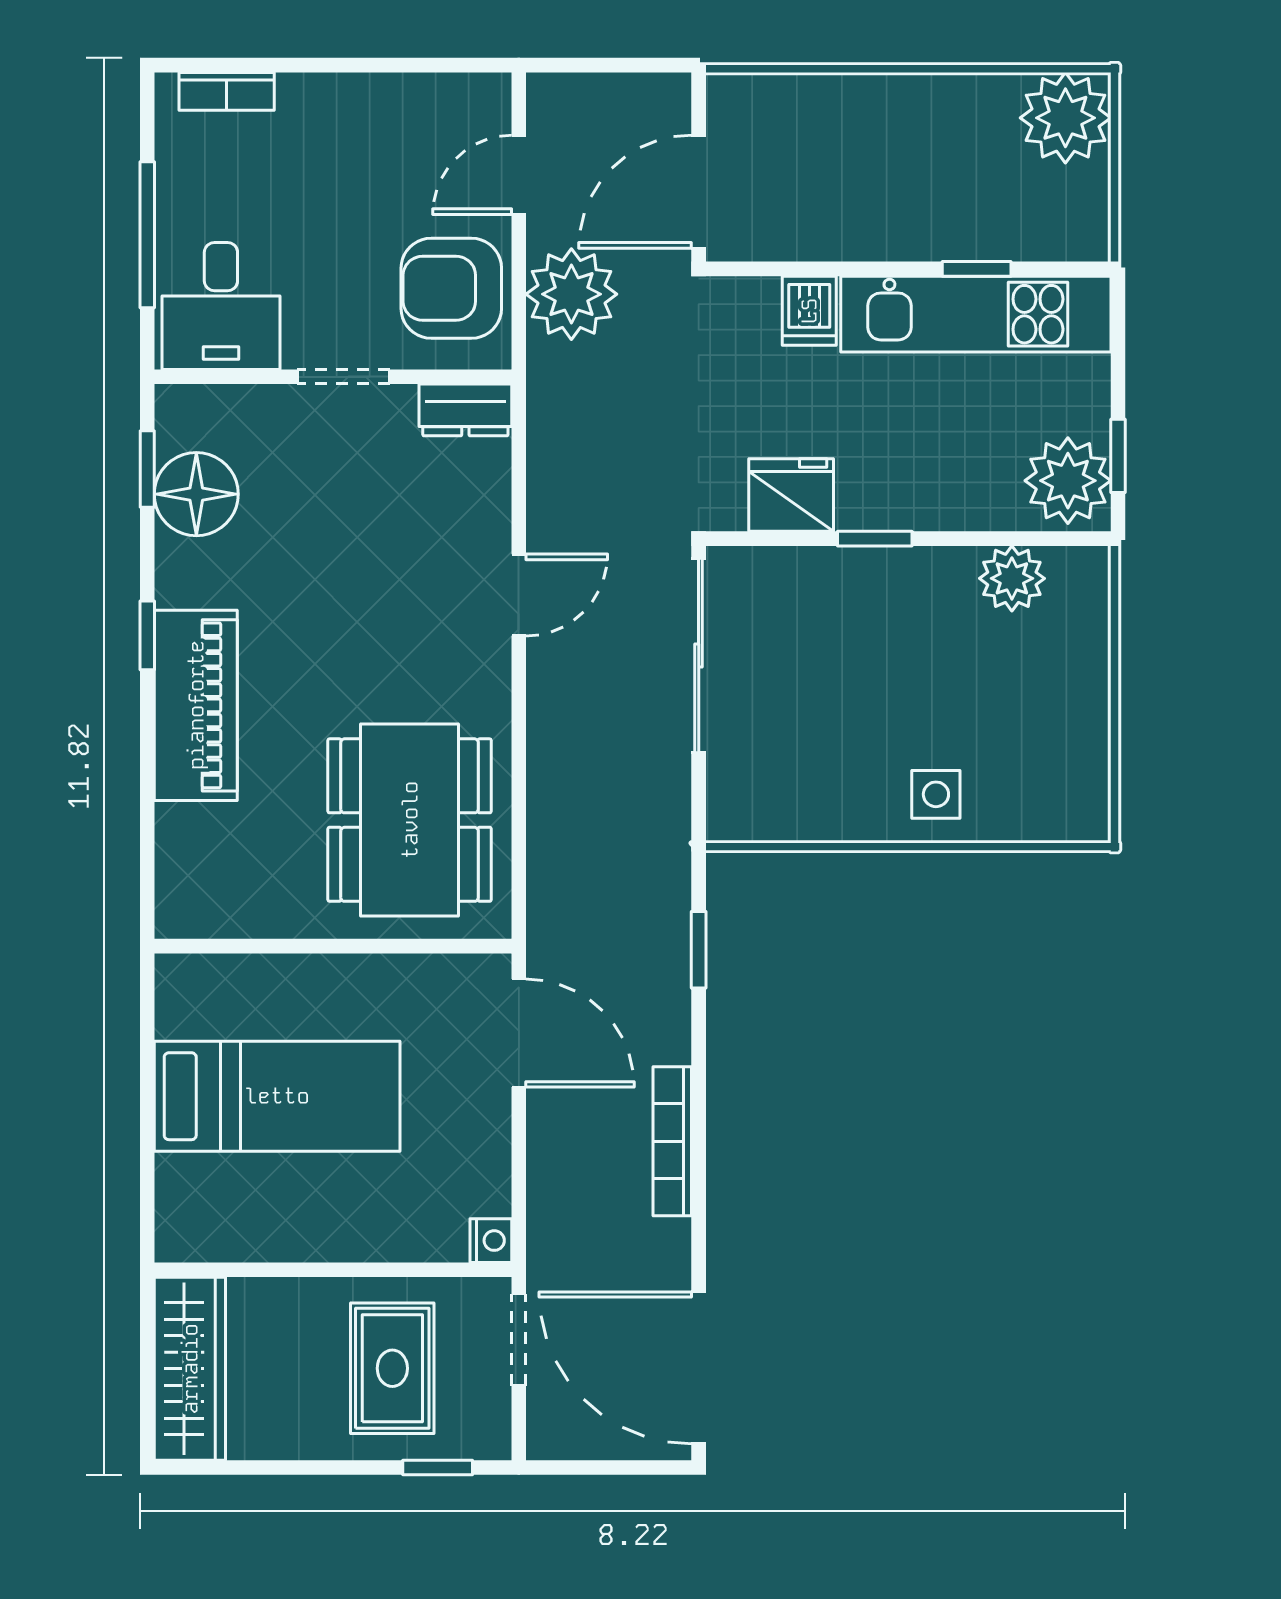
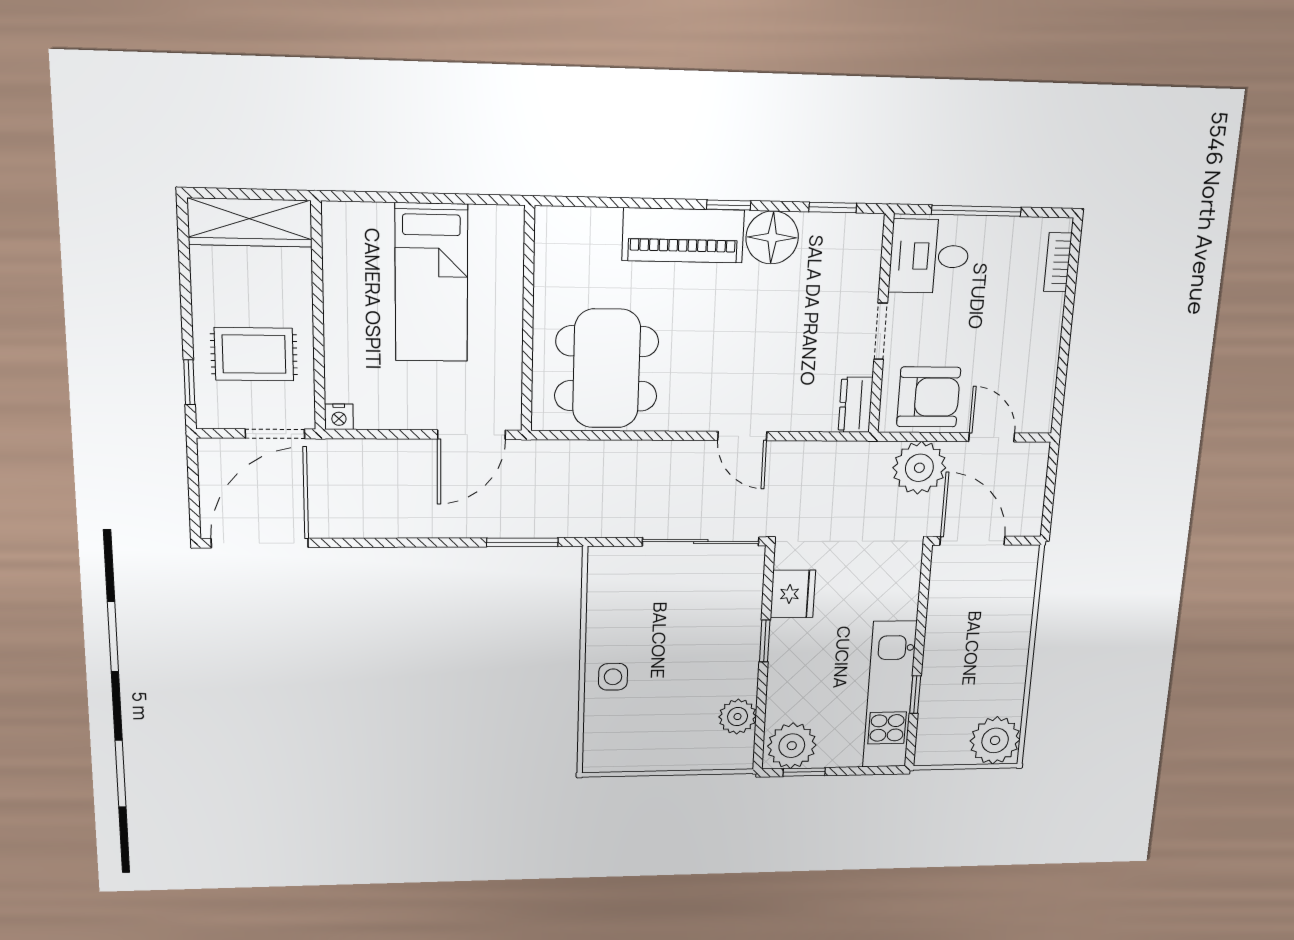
armchair: (451, 288) -> (929, 397), turned 90
dishwasher: (809, 311) -> (899, 603), removed
floor lamp: (196, 494) -> (772, 237), moved
dining table: (410, 820) -> (606, 369), turned 90
window: (699, 950) -> (522, 542), width x1.50
bookcase: (672, 1141) -> (403, 527), removed

